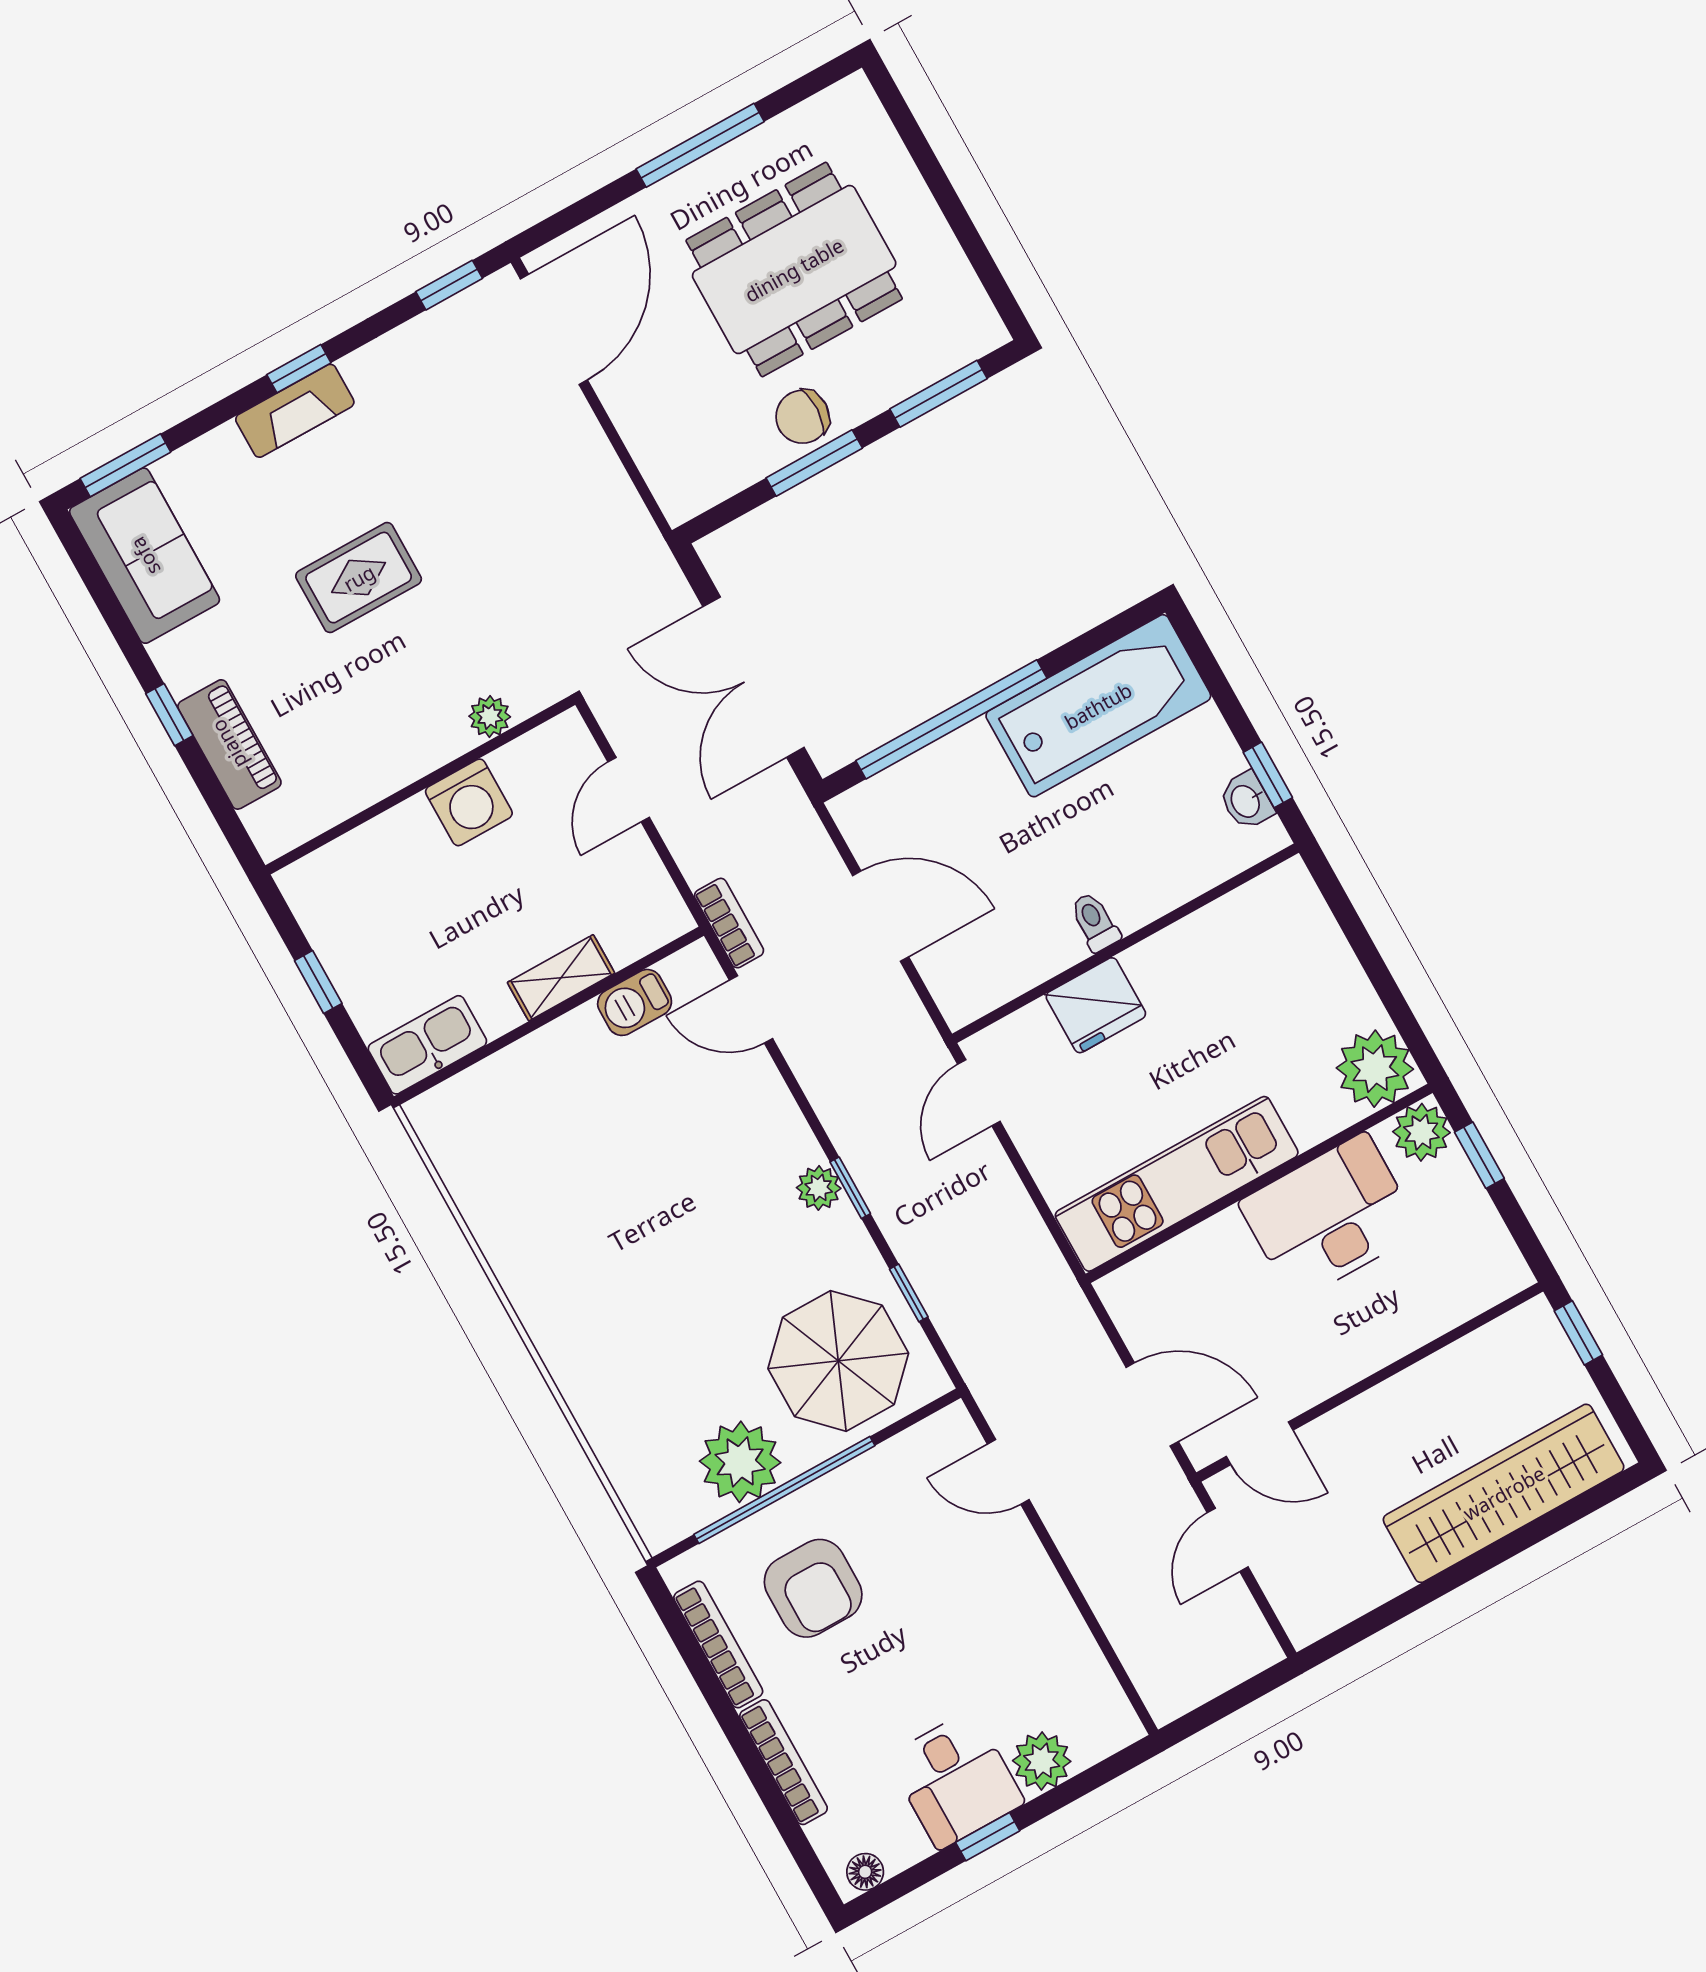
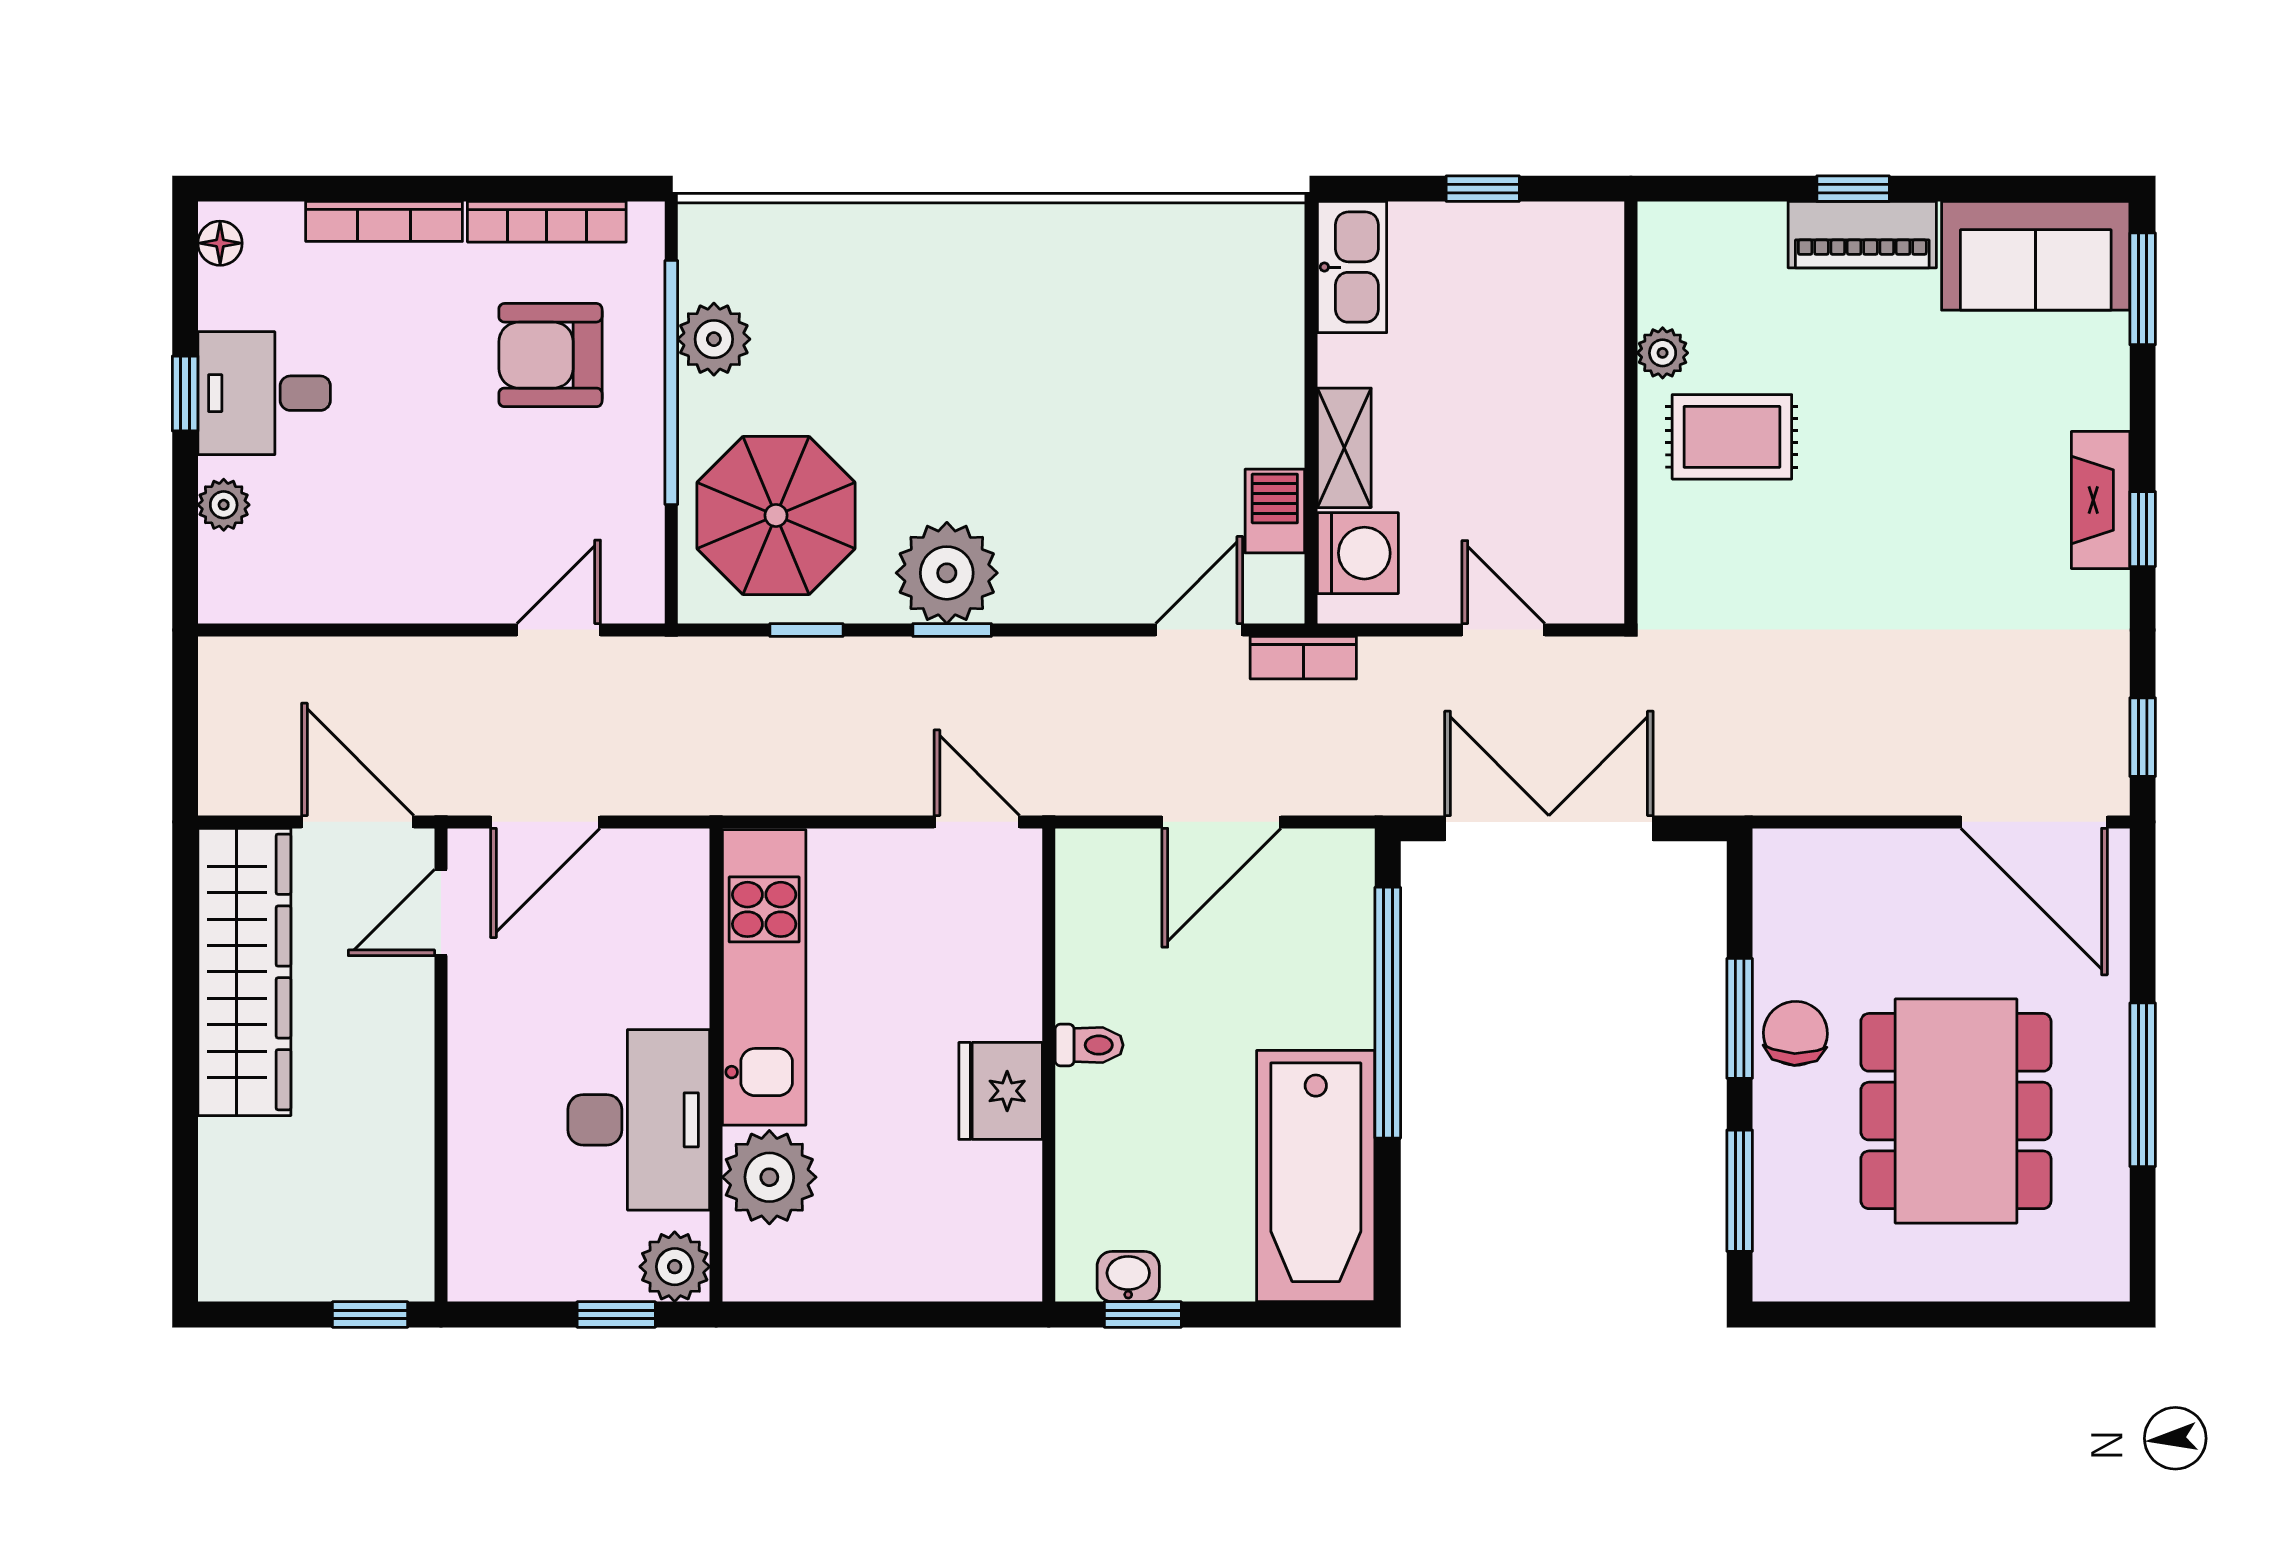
rug: (359, 578) -> (1732, 437), moved, turned 90
plant: (490, 716) -> (1663, 353), moved
piano: (229, 744) -> (1862, 235), moved
washing machine: (469, 802) -> (1358, 553), moved, turned 180
fridge: (1096, 1005) -> (1001, 1091), moved
plant: (1375, 1069) -> (769, 1177), moved
plant: (819, 1188) -> (947, 573), width x1.88, depth x1.88
plant: (740, 1462) -> (714, 339), width x0.73, depth x0.73
wardrobe: (1504, 1493) -> (244, 972), moved
door: (1228, 1540) -> (358, 822), width x1.38
plant: (1042, 1761) -> (224, 505), width x0.73, depth x0.73

